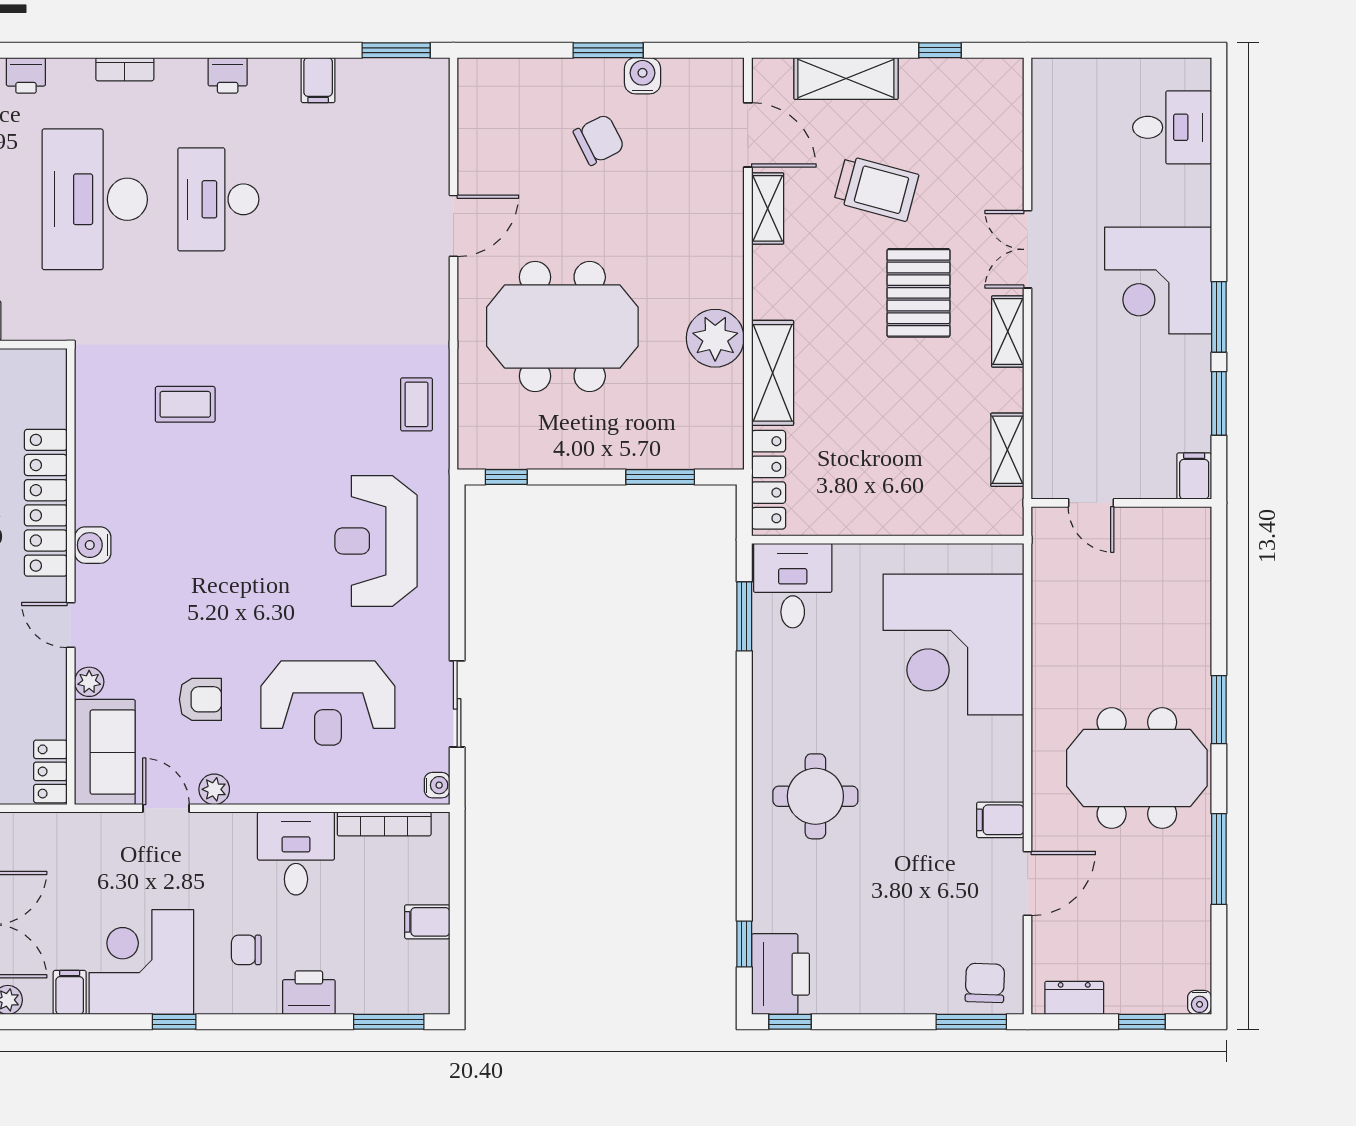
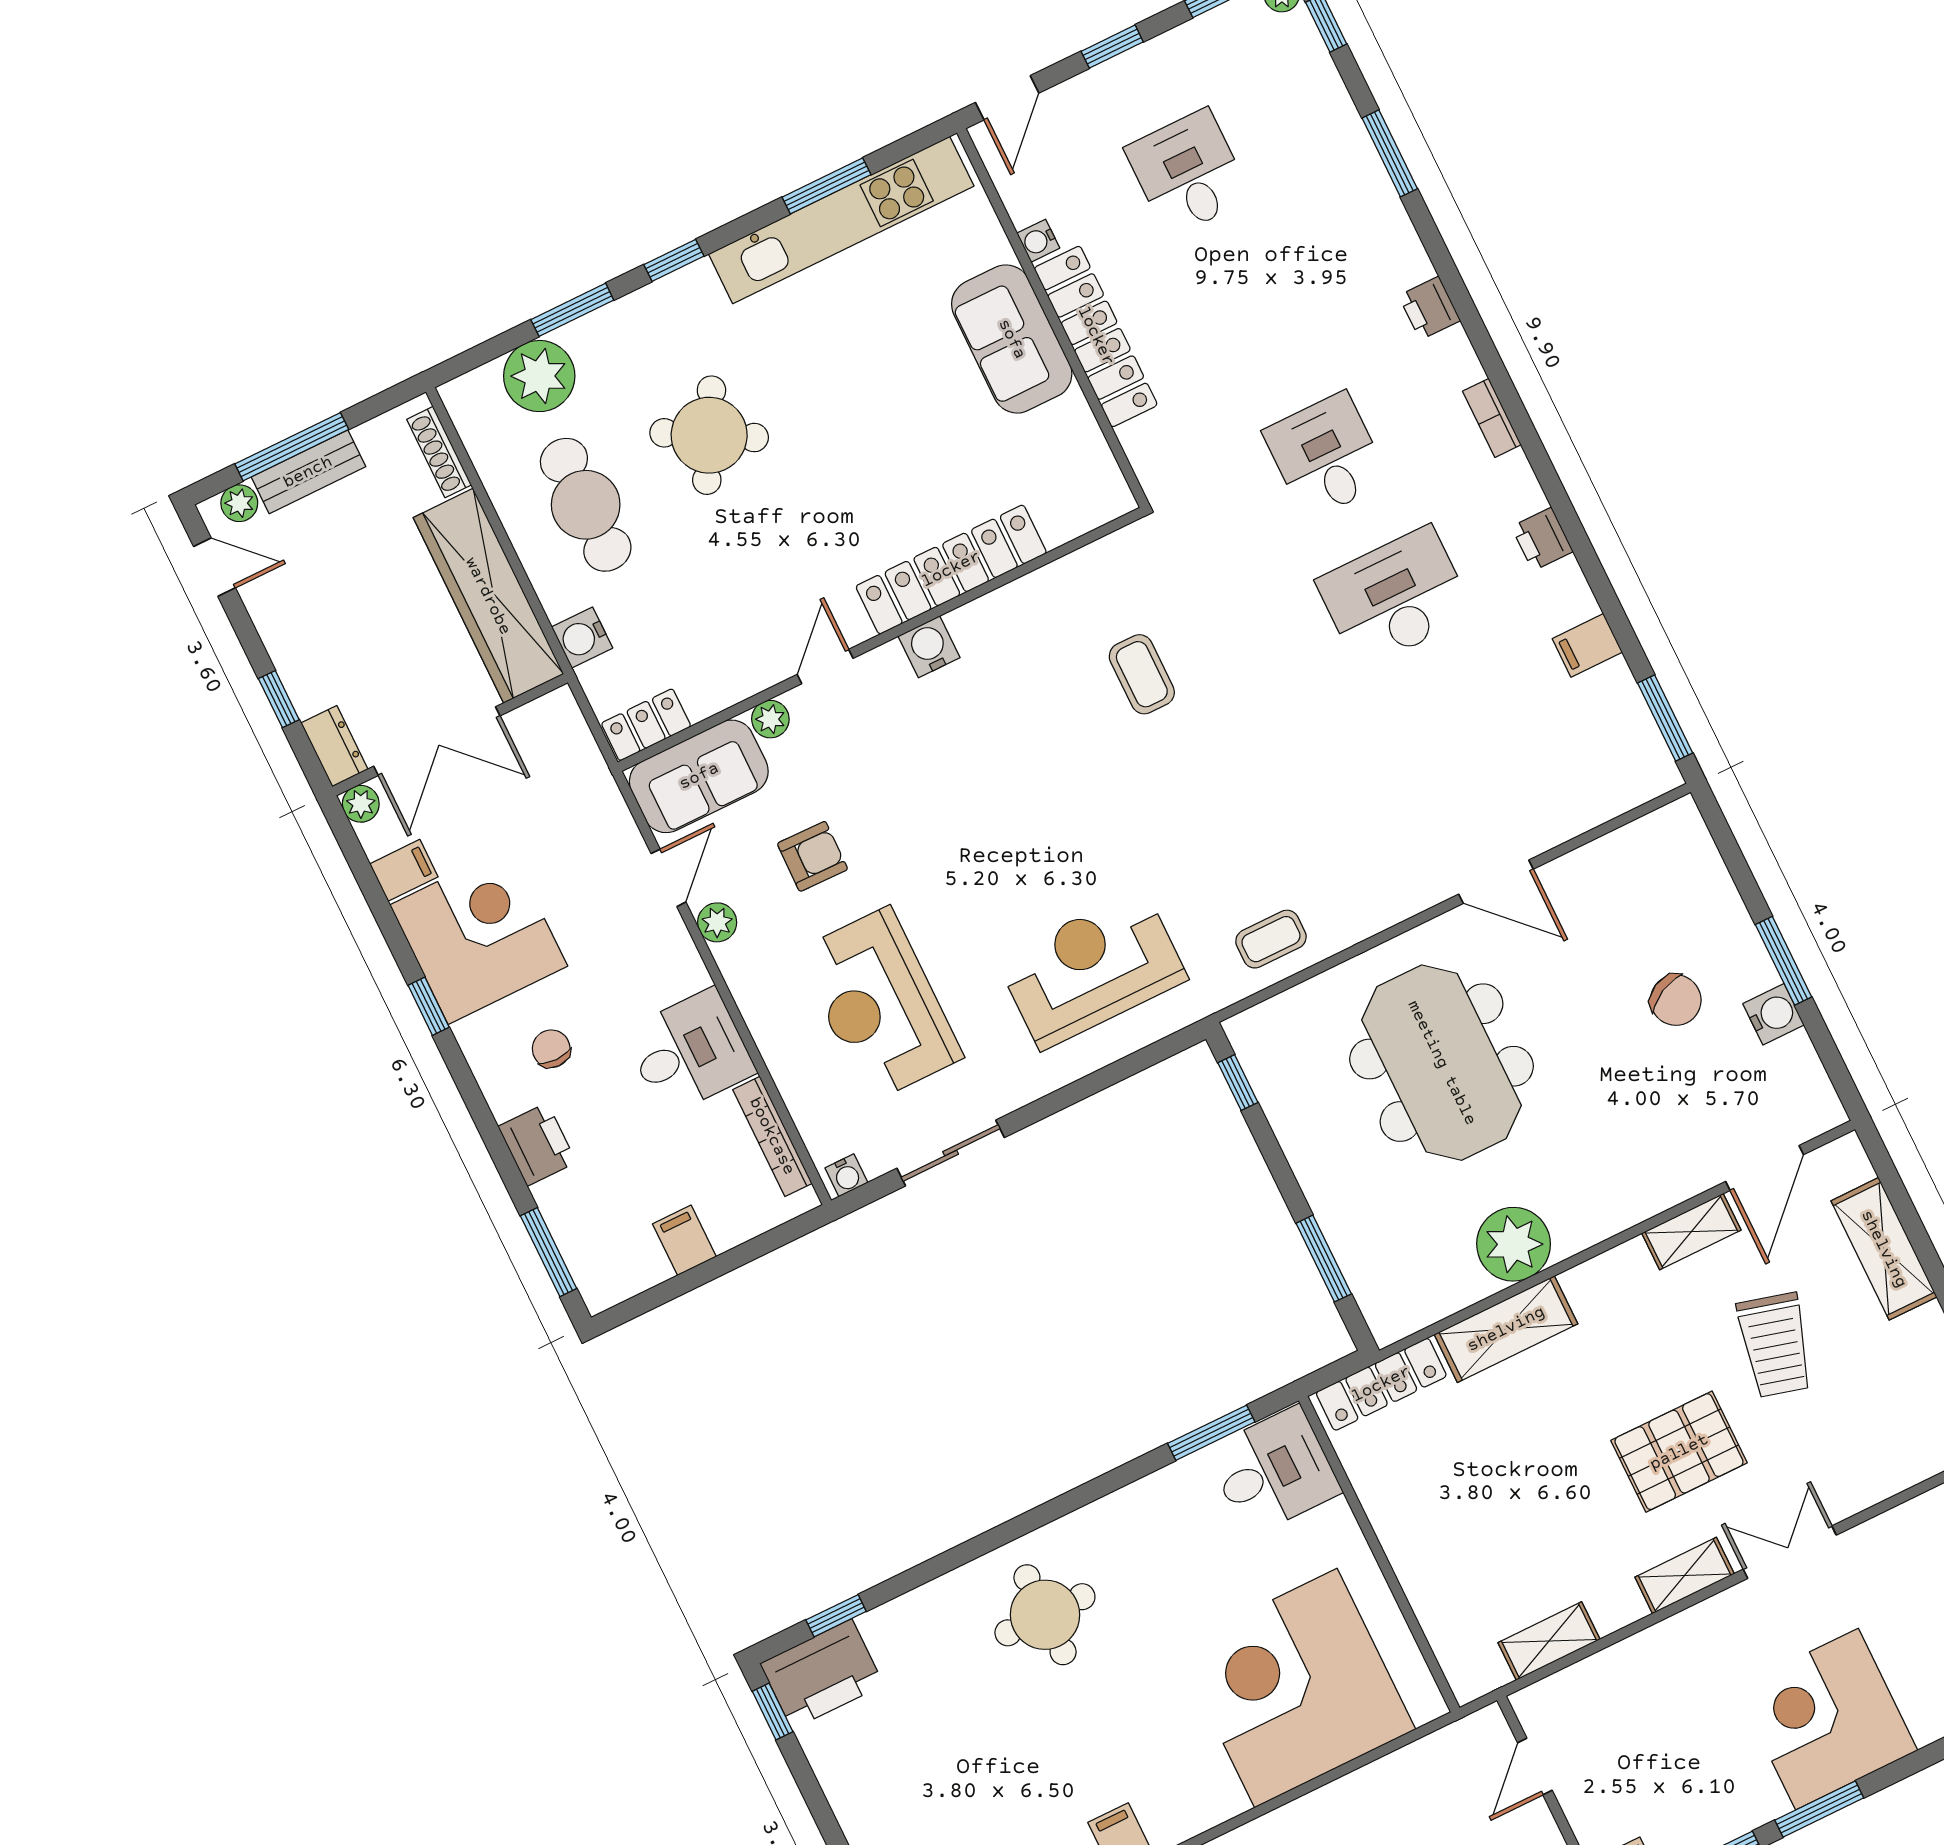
desk: (95, 199) -> (1326, 456), width x0.53, depth x0.77
armchair: (200, 699) -> (812, 856), turned -89

